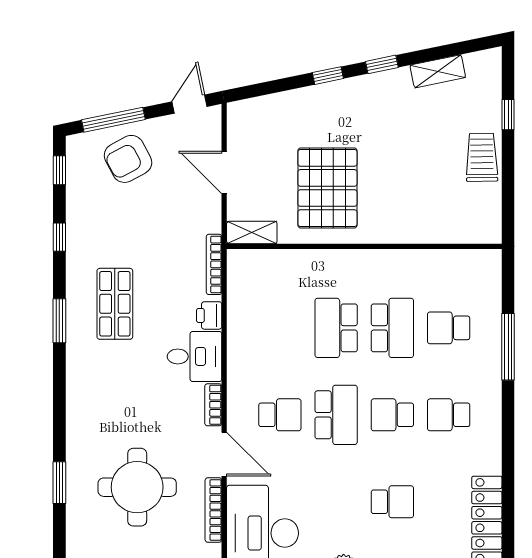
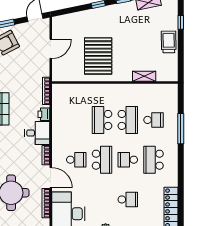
door: (224, 172) -> (51, 49), swing flipped
shelving: (252, 232) -> (144, 76), moved
school desk: (449, 328) -> (154, 120), turned 180
school desk: (449, 415) -> (154, 160), width x1.85

